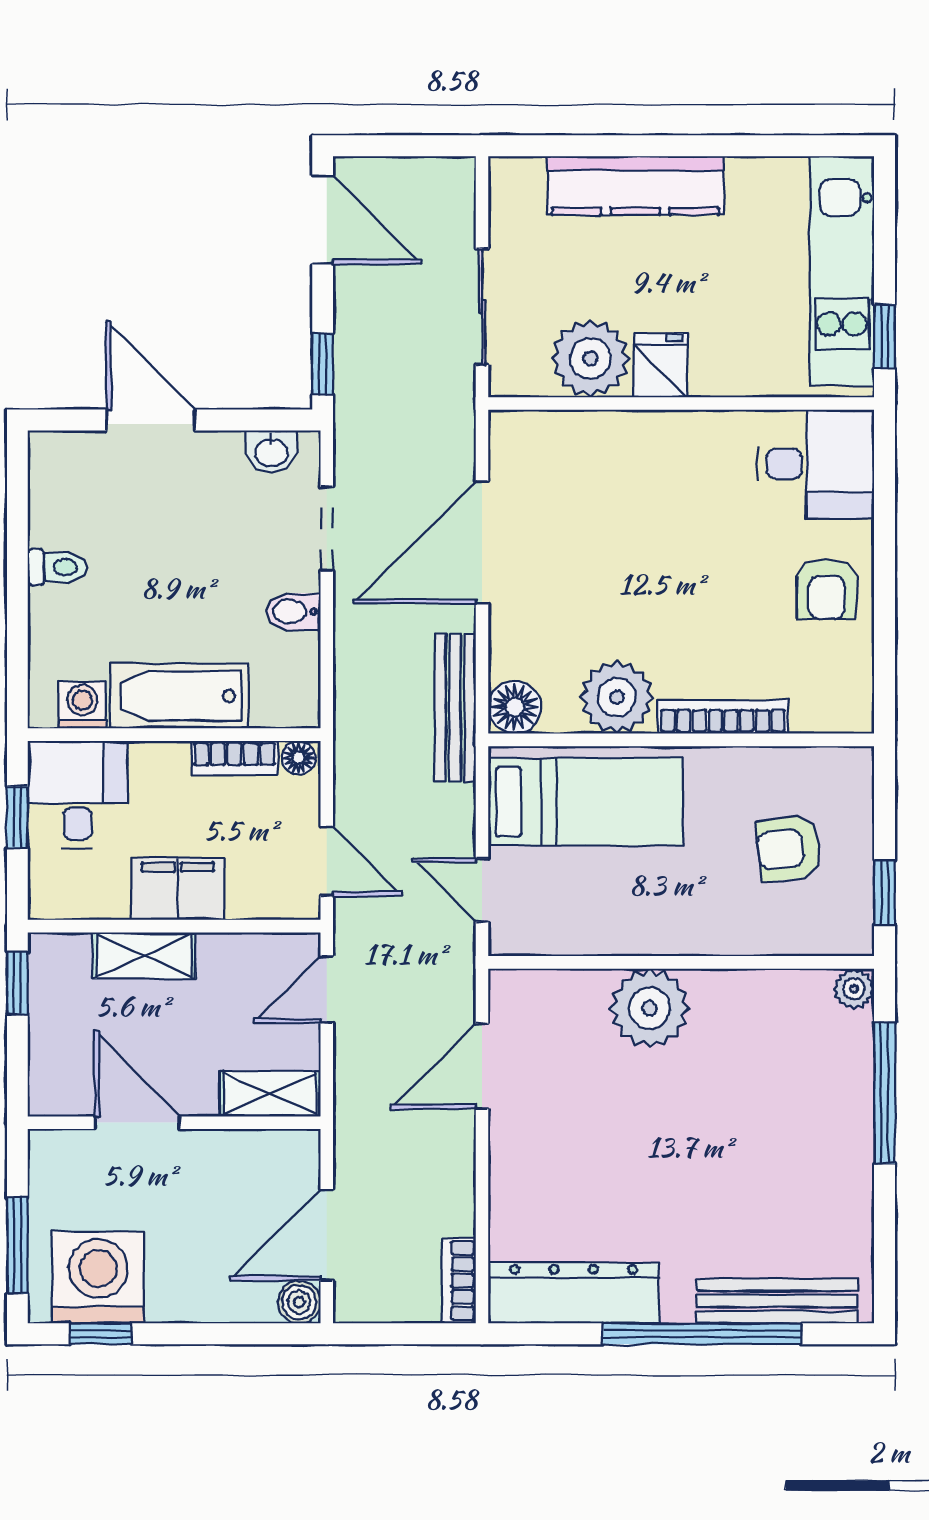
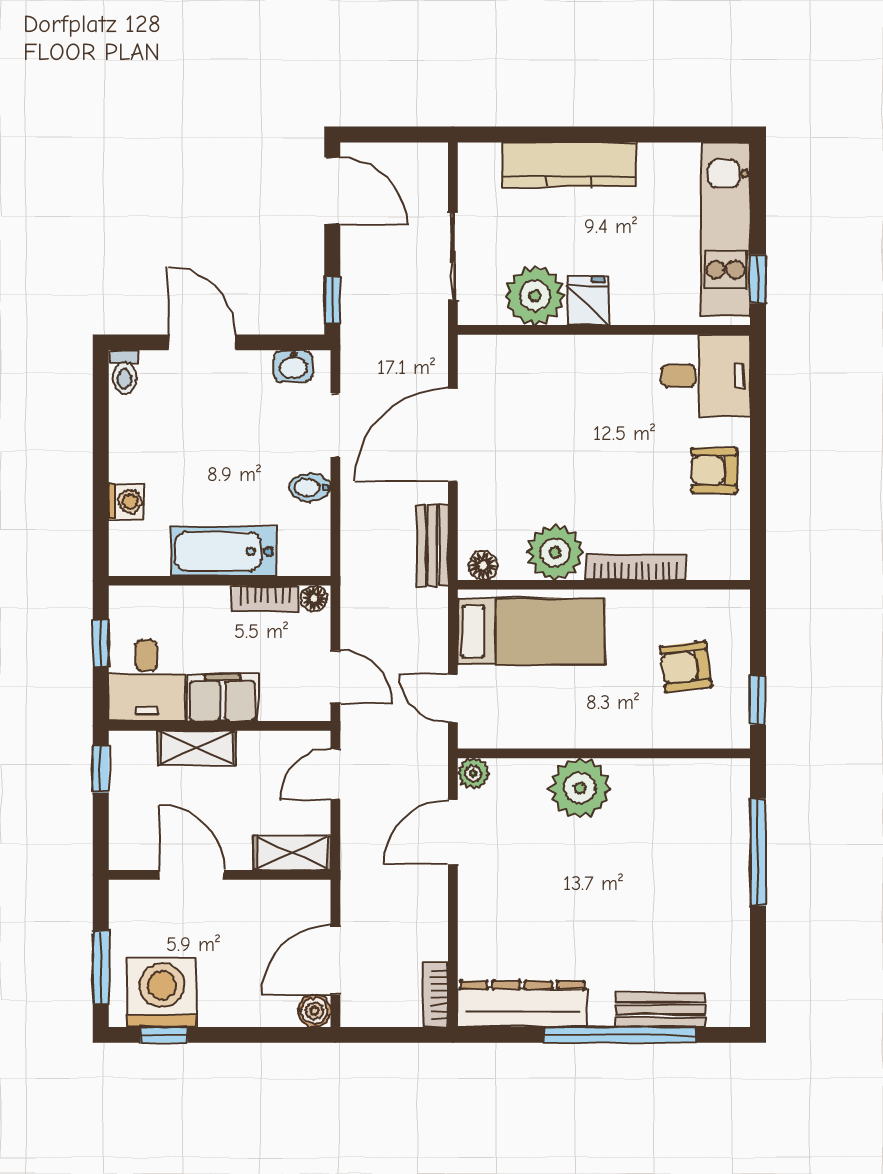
toilet: (57, 567) -> (125, 373), moved, turned 90
armchair: (827, 589) -> (714, 470), turned 90
washing machine: (82, 705) -> (127, 502), moved, turned 90
floor lamp: (515, 707) -> (483, 565), width x0.73, depth x0.73
bench: (455, 708) -> (433, 545), width x0.73
desk: (77, 795) -> (146, 680), moved, turned 180
plant: (854, 989) -> (473, 773), moved
bench: (777, 1301) -> (660, 1010), width x0.73

